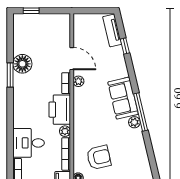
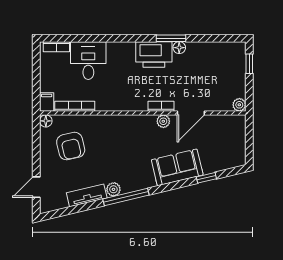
tv unit: (112, 30) -> (87, 195), moved
floor lamp: (22, 64) -> (179, 48), width x0.53, depth x0.53
sofa: (123, 98) -> (177, 167), moved
printer: (60, 110) -> (154, 54), moved, turned 180
plant: (65, 131) -> (239, 105), moved

